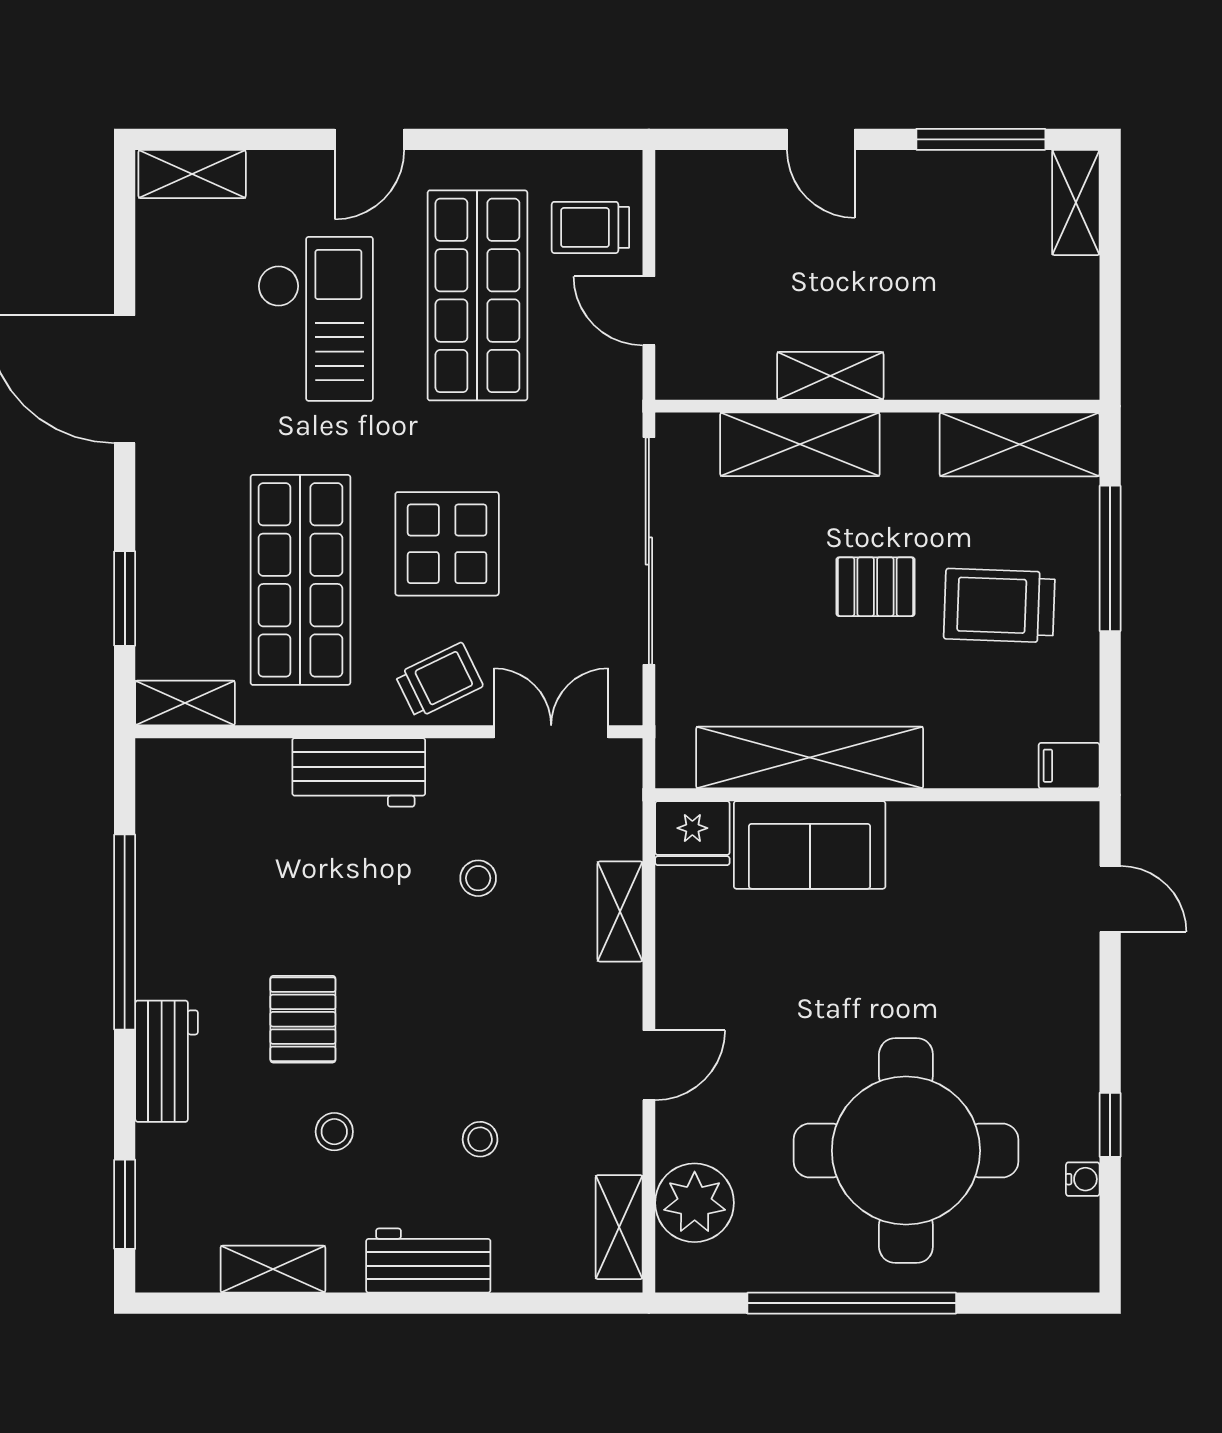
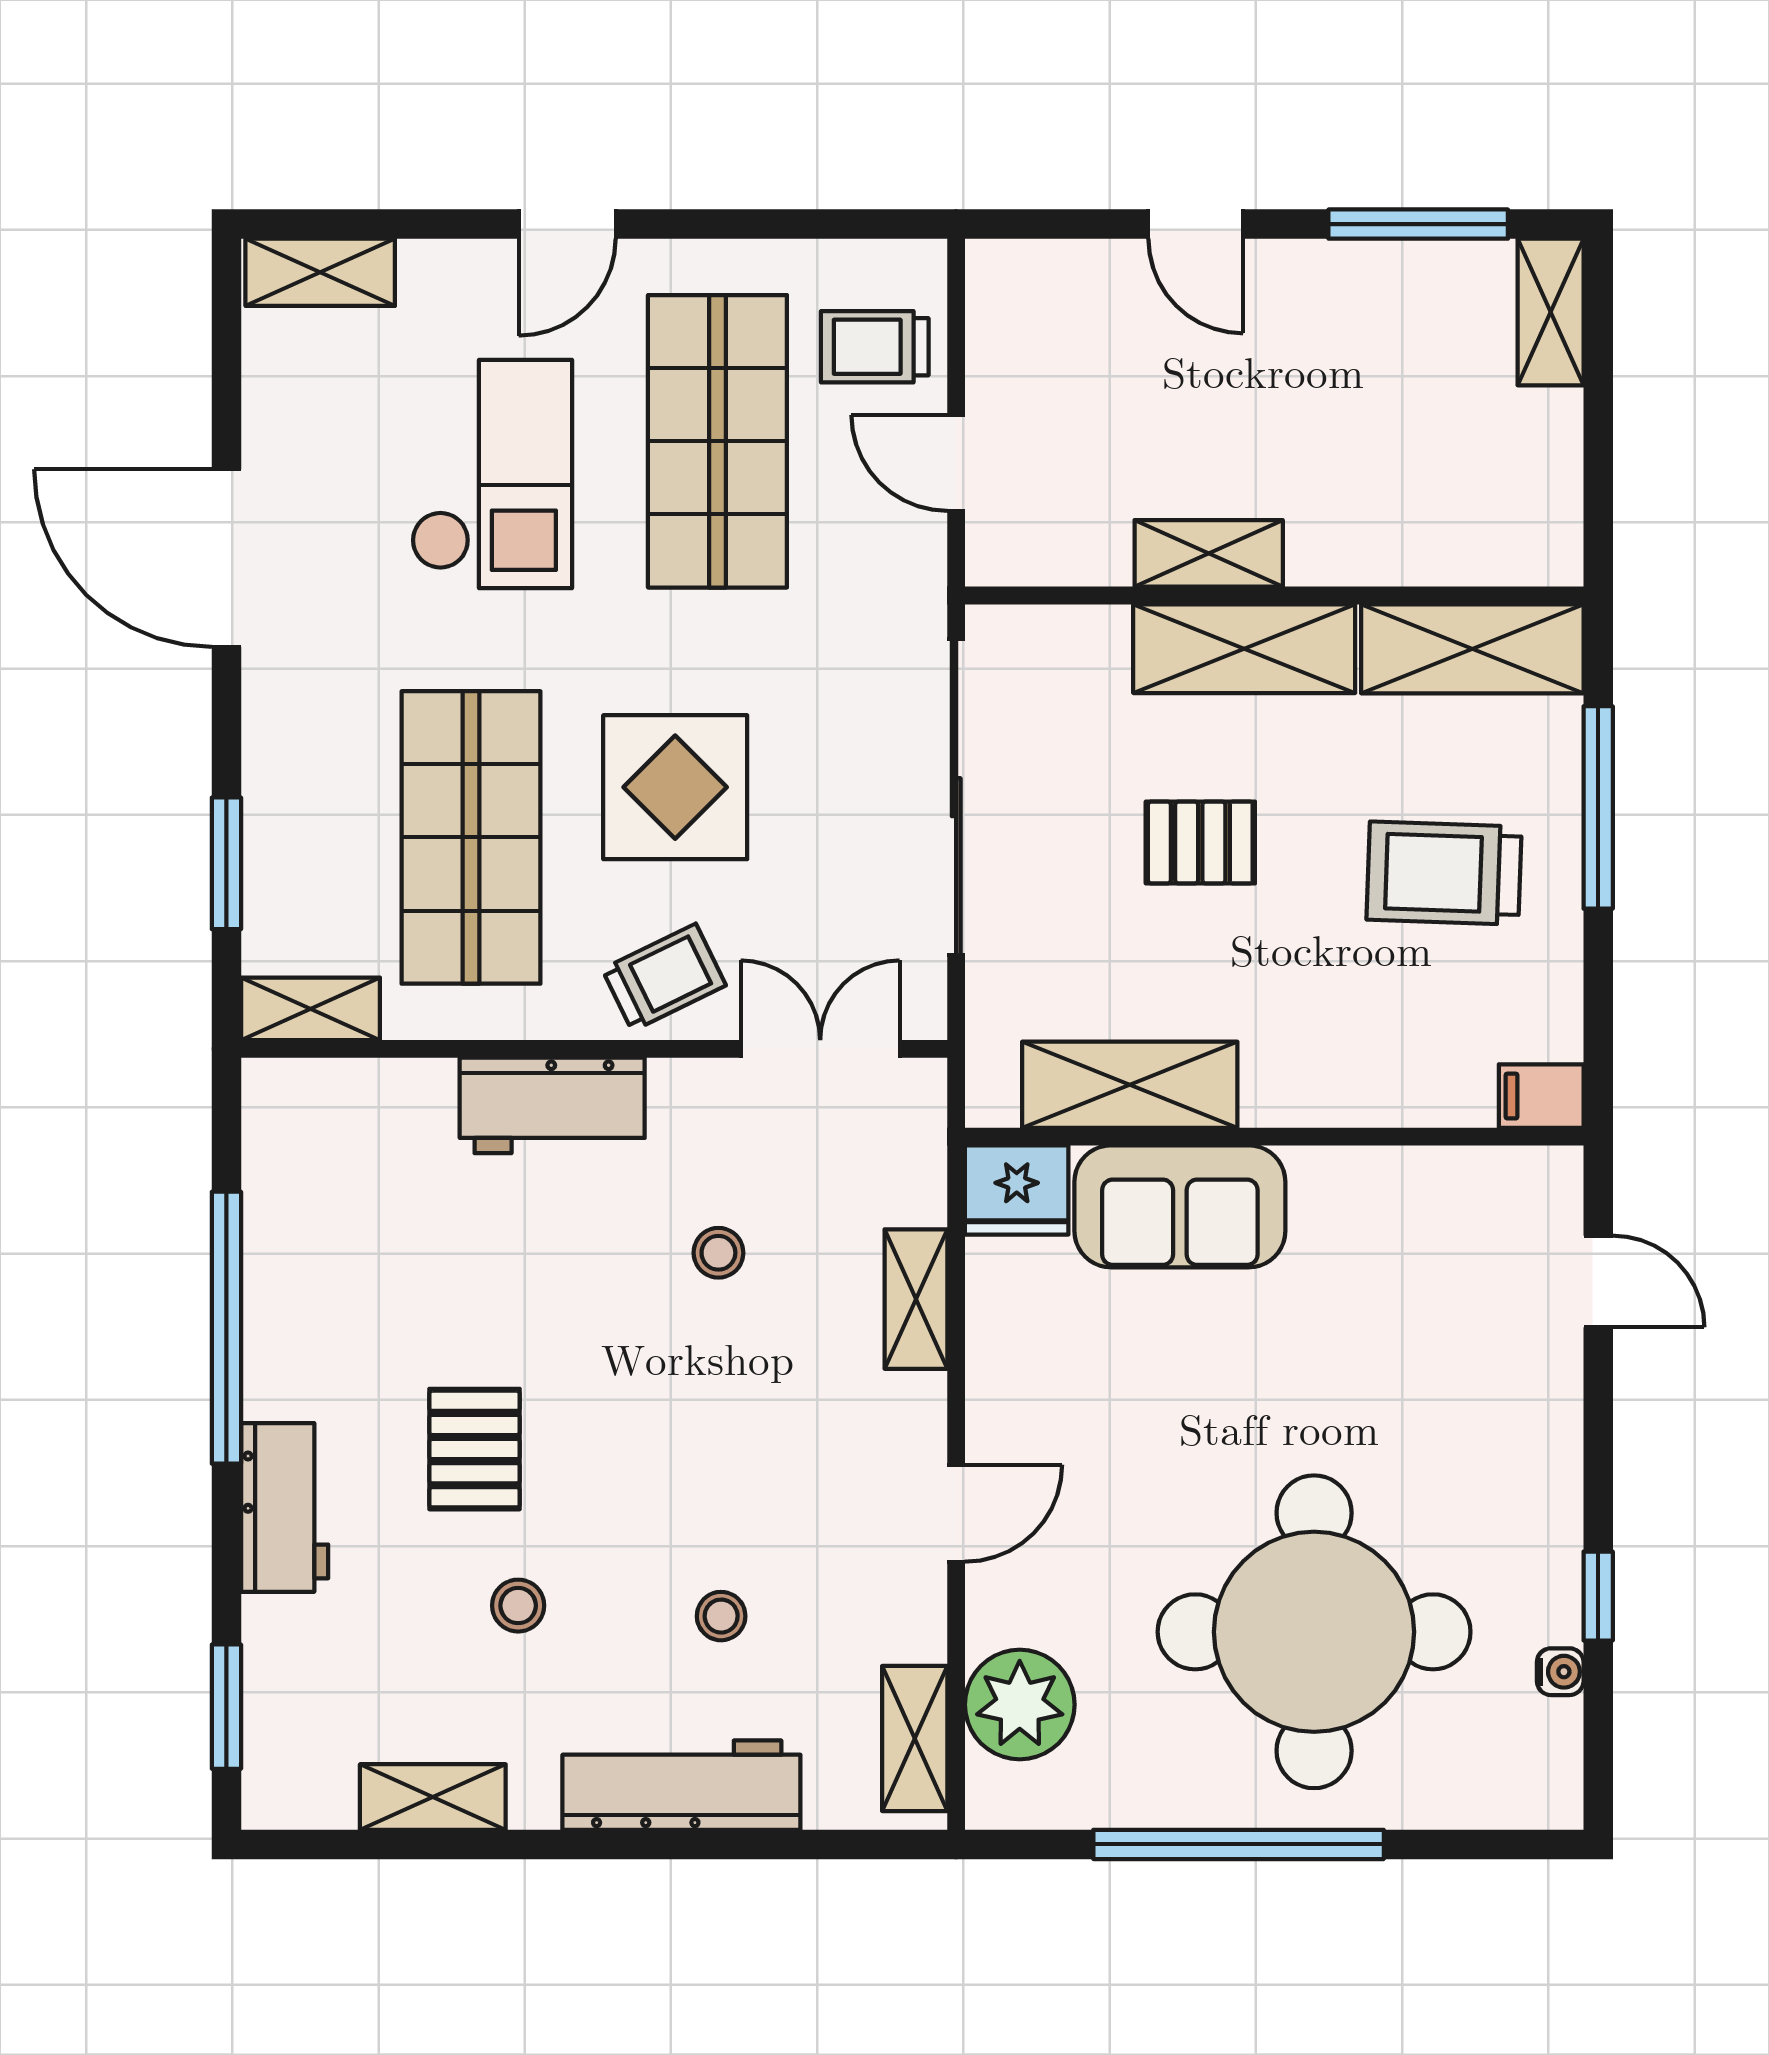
shelving: (800, 444) -> (1244, 649), moved
pallet: (875, 587) -> (1200, 843), moved
shelving: (810, 758) -> (1130, 1085), width x0.68
workbench: (428, 1261) -> (681, 1785), width x1.38

